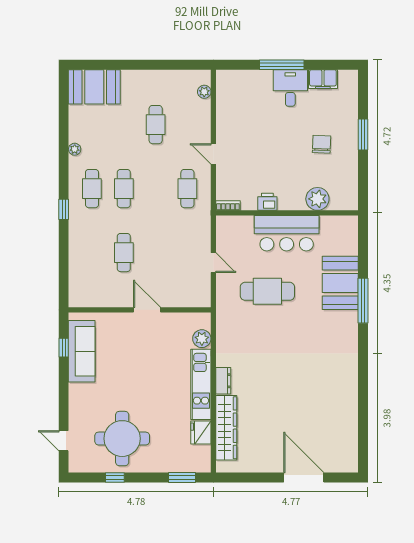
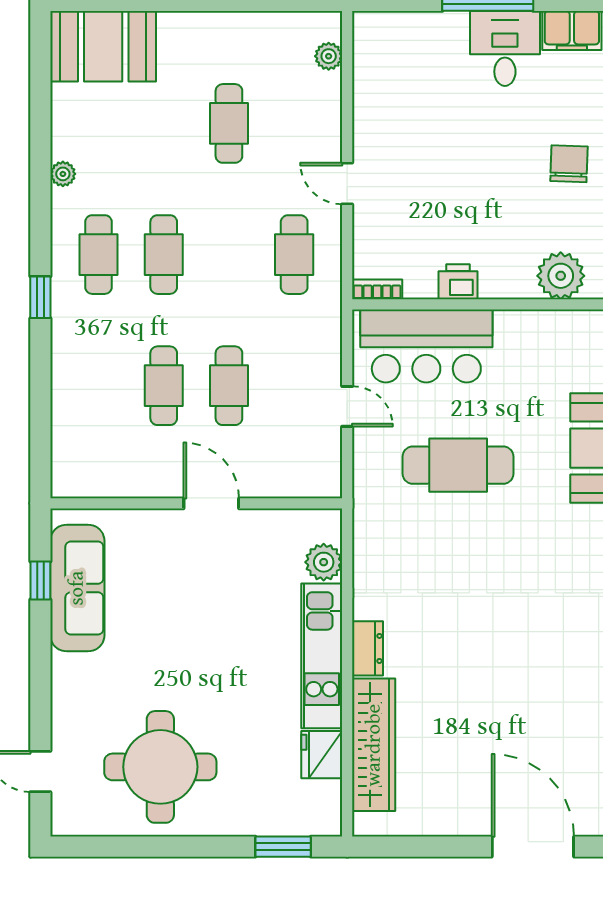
bar counter: (287, 233) -> (426, 346), moved
cafe table: (156, 253) -> (229, 386), added
window: (115, 477) -> (145, 847), removed

